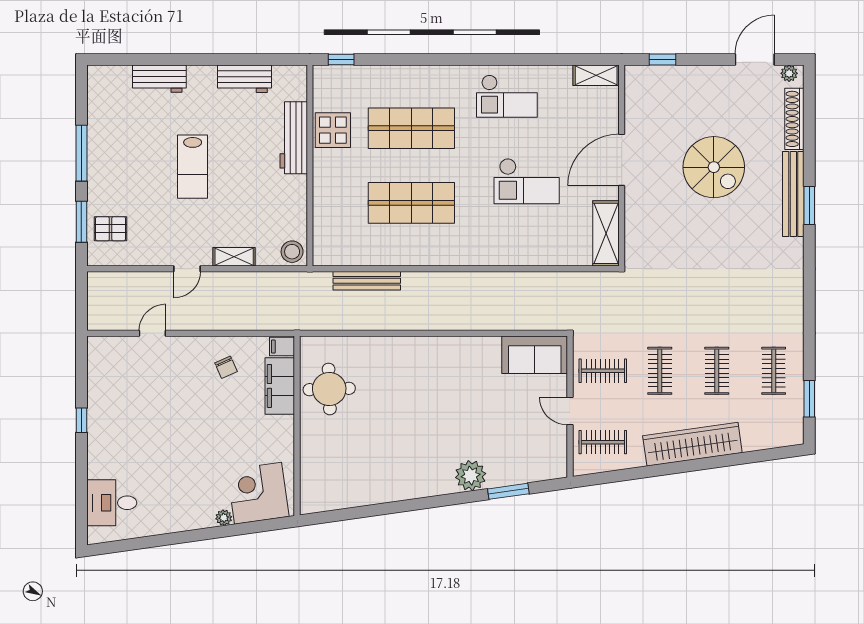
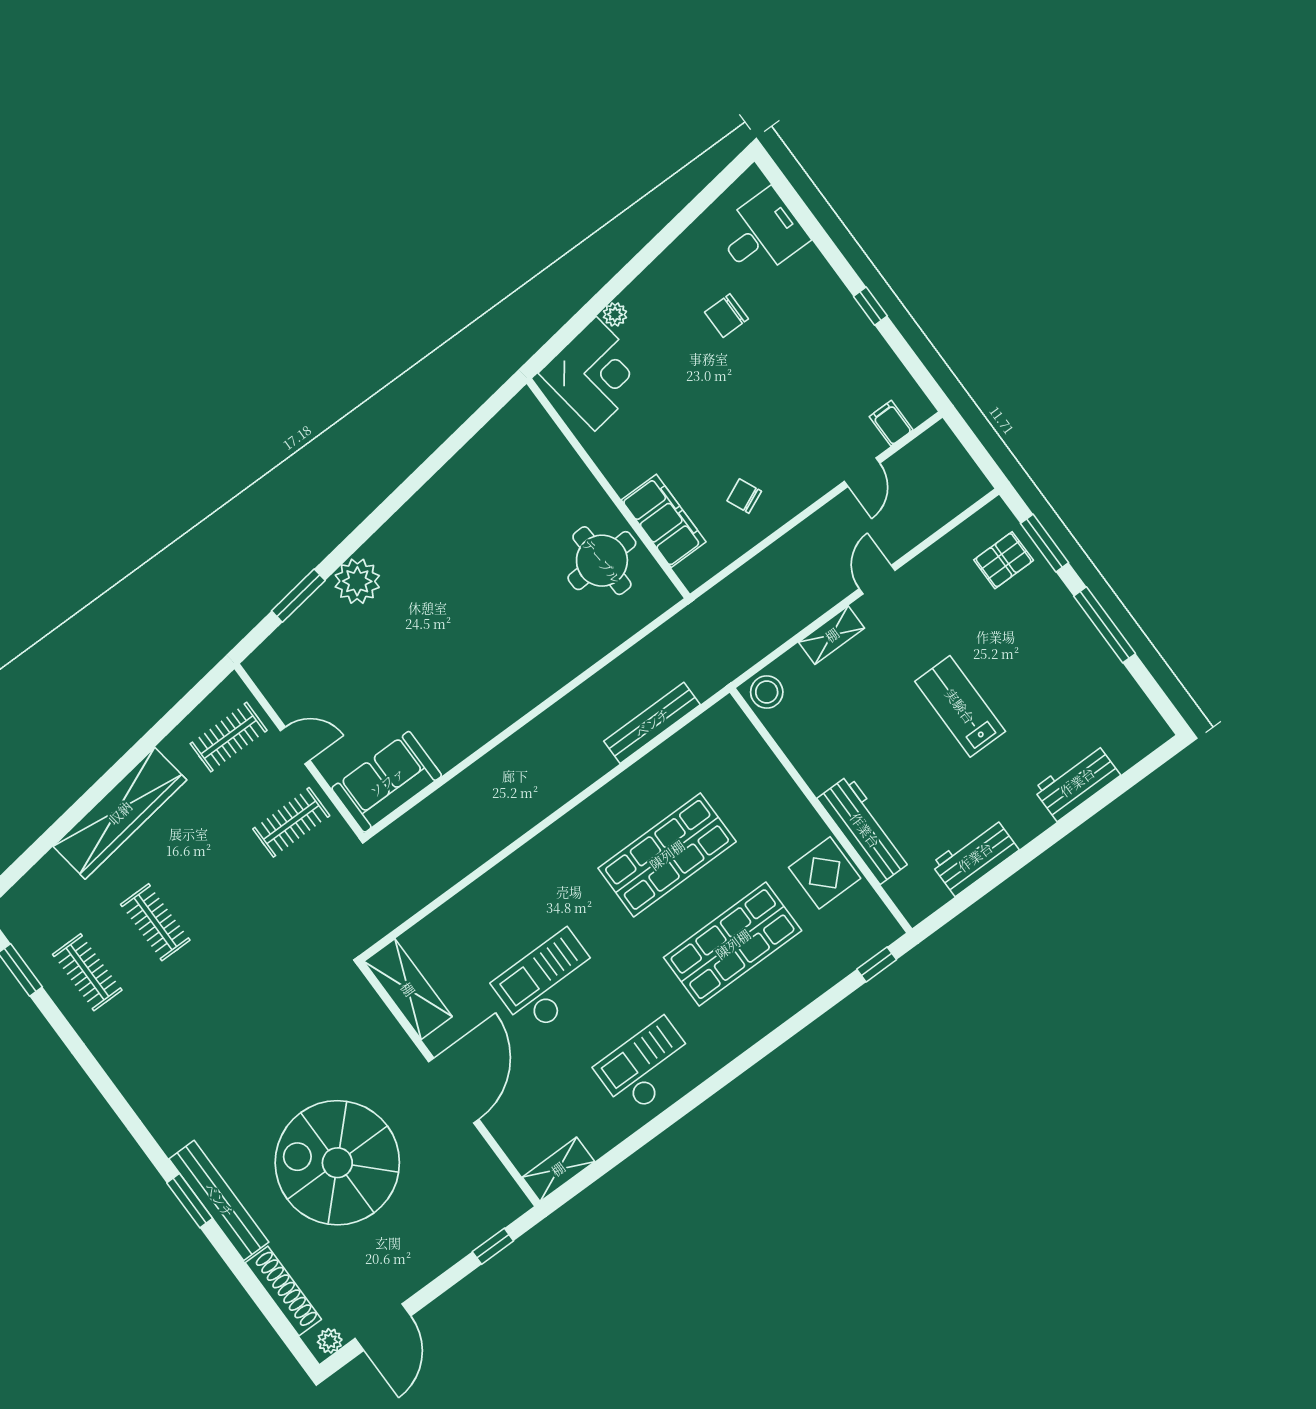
spiral stairs: (714, 167) -> (337, 1163), width x1.37, depth x1.37
filing cabinet: (282, 347) -> (891, 423), moved, turned -90
clothes rail: (660, 371) -> (223, 872), removed
chair: (163, 473) -> (727, 316), added

